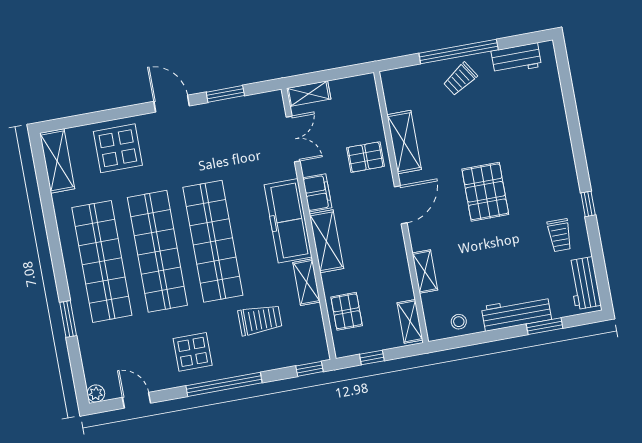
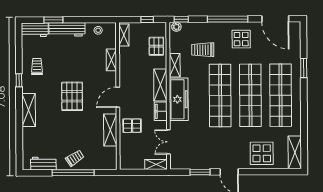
shelving: (561, 153) -> (29, 110), added
workbench: (584, 283) -> (35, 30), moved, turned 90
plant: (96, 394) -> (176, 27), moved
door: (137, 400) -> (275, 19), width x1.87

